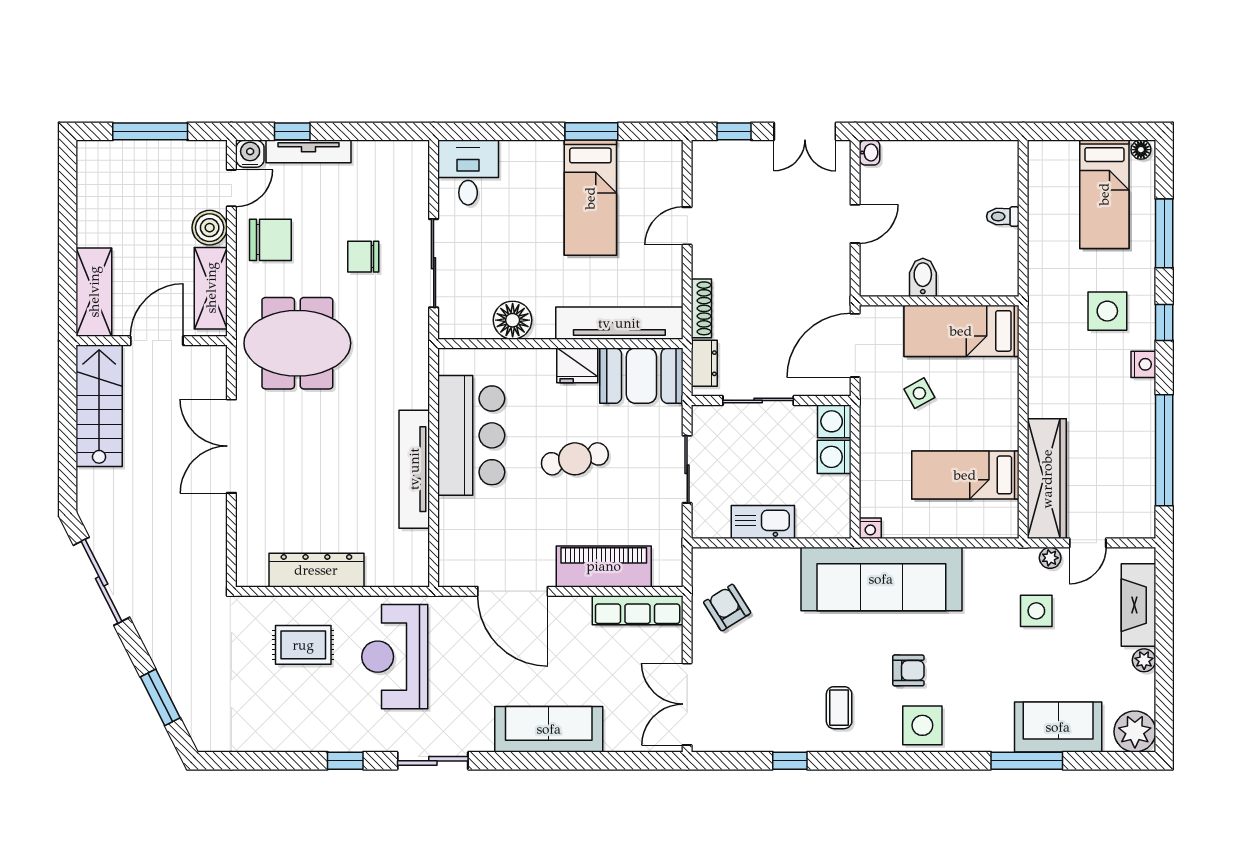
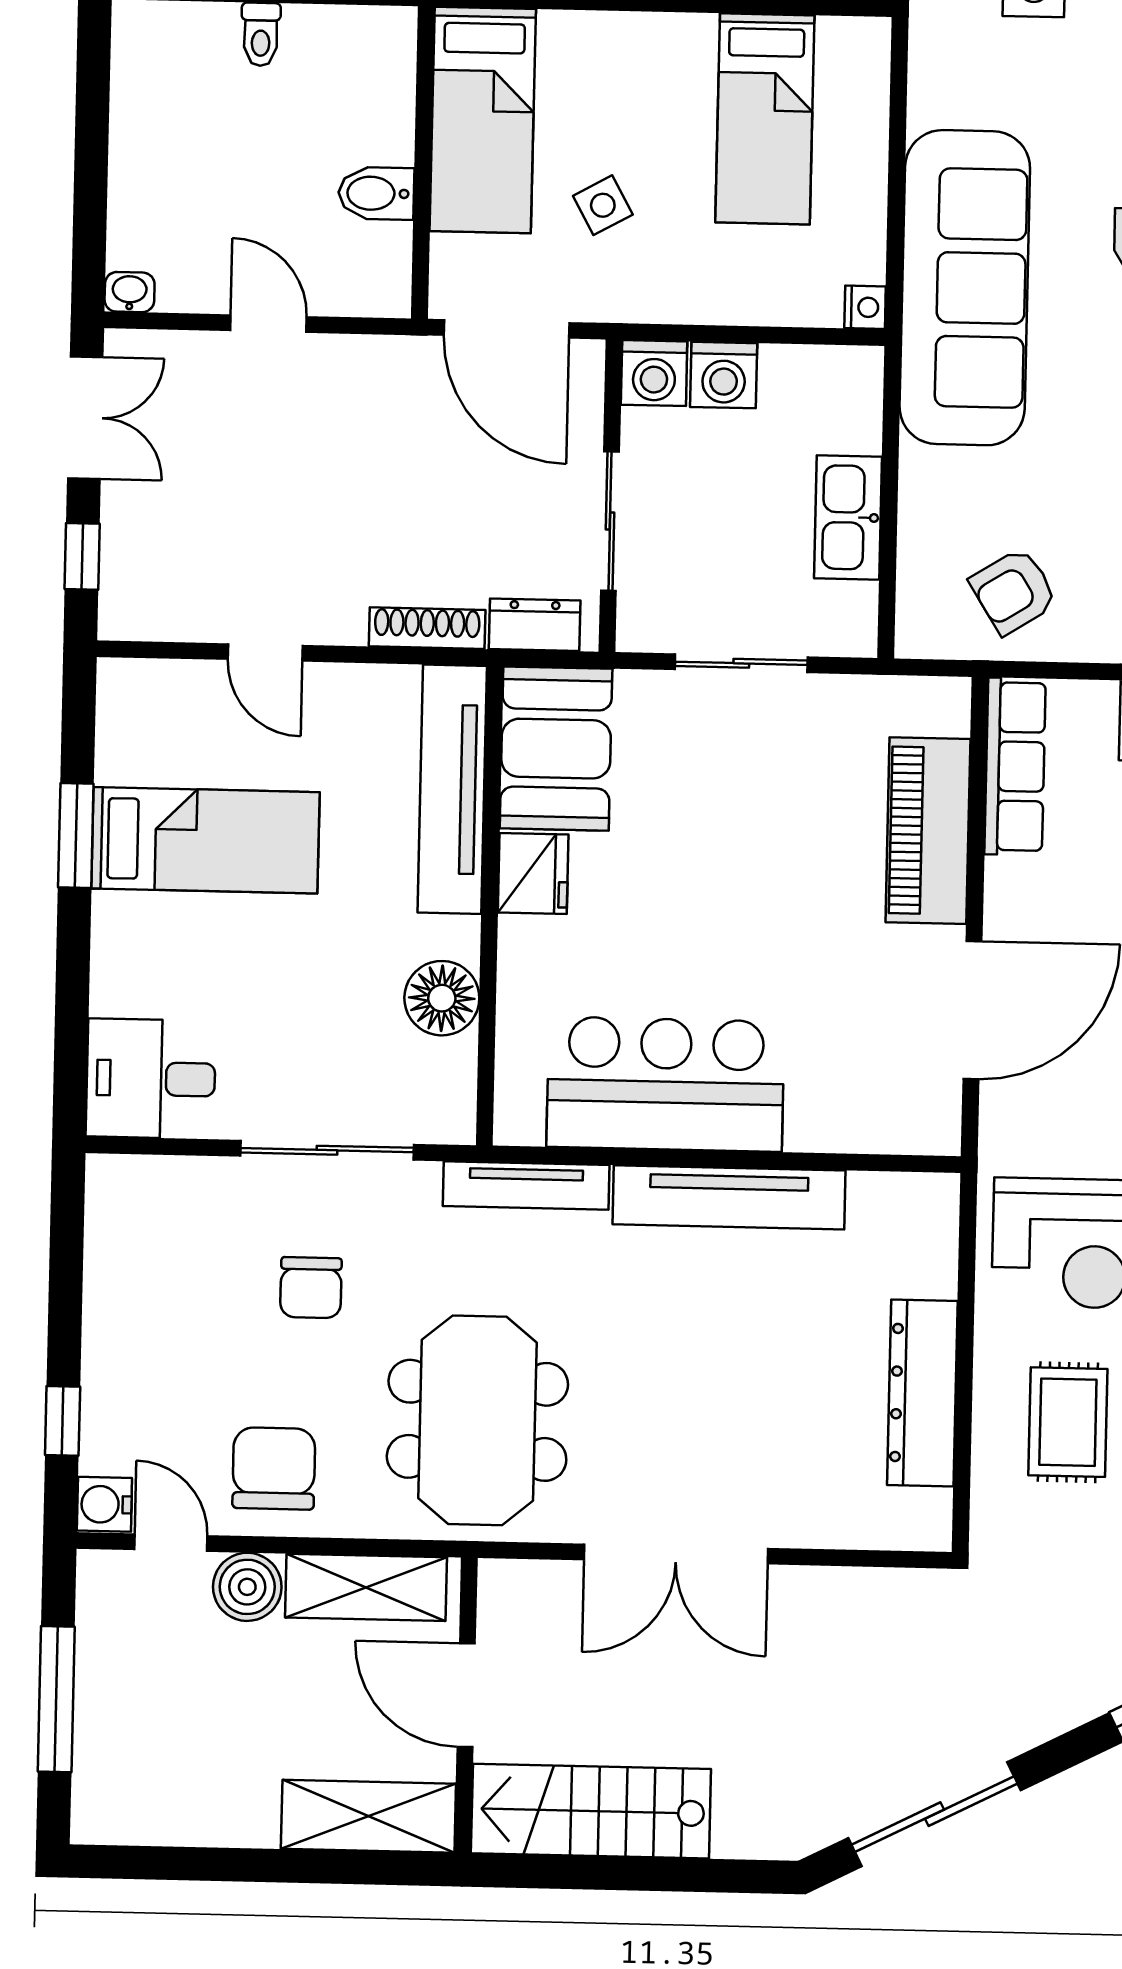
tv unit: (308, 151) -> (526, 1186), moved, turned 90
cafe table: (575, 459) -> (716, 882), removed

